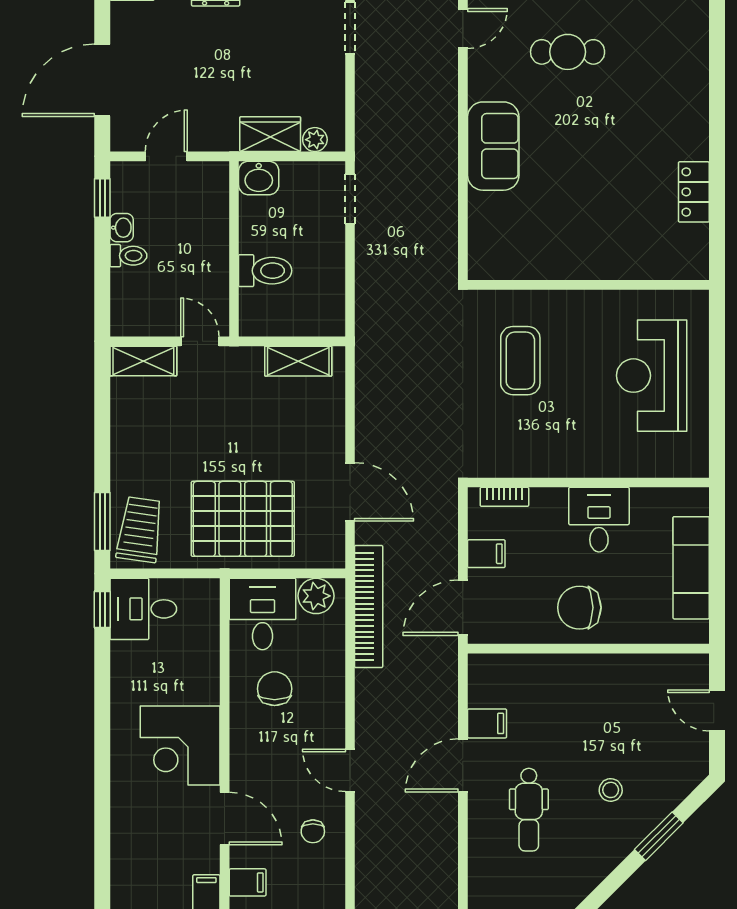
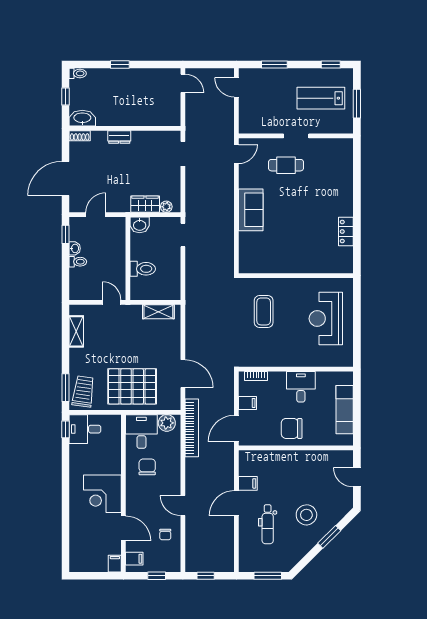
shelving: (143, 361) -> (76, 331), moved, turned 90
stool: (611, 790) -> (306, 515), width x1.89, depth x1.89

